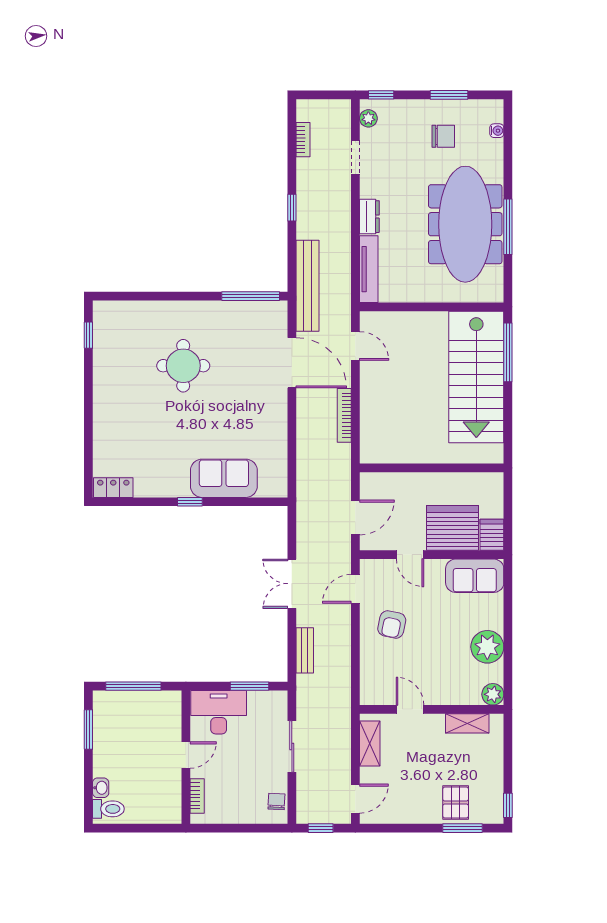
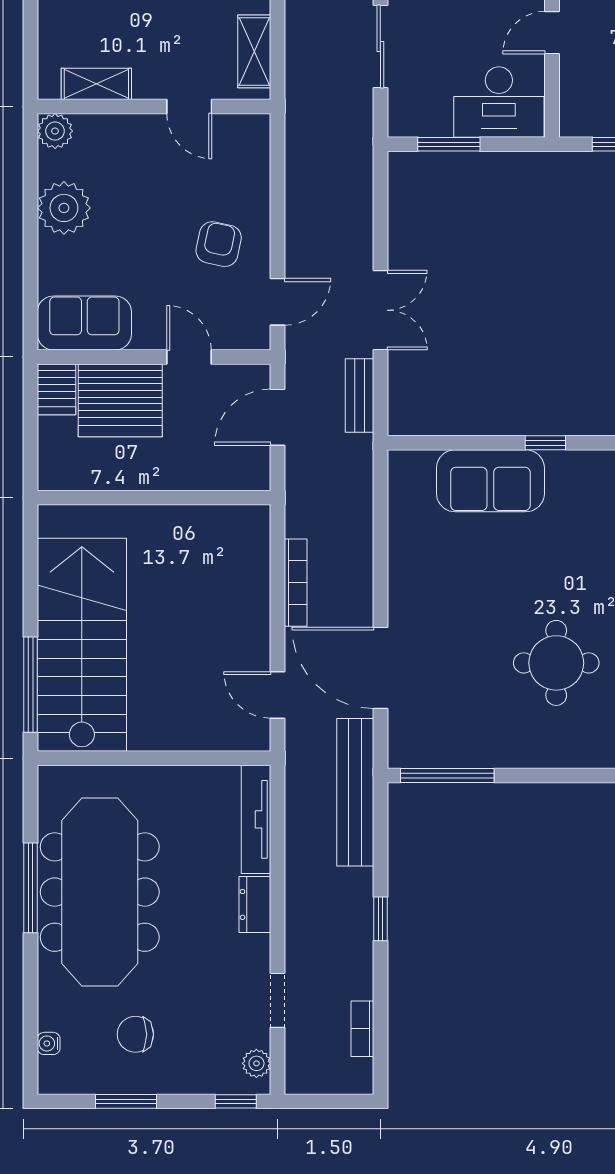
bench: (305, 650) -> (359, 395), moved

